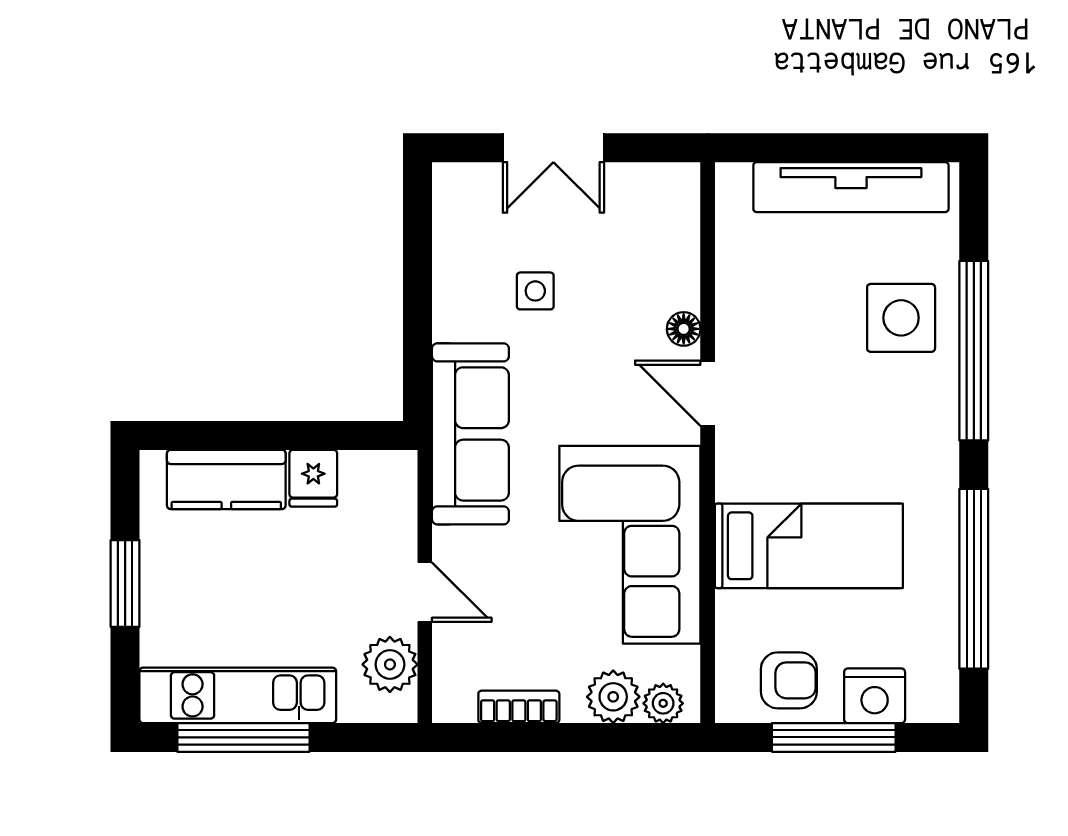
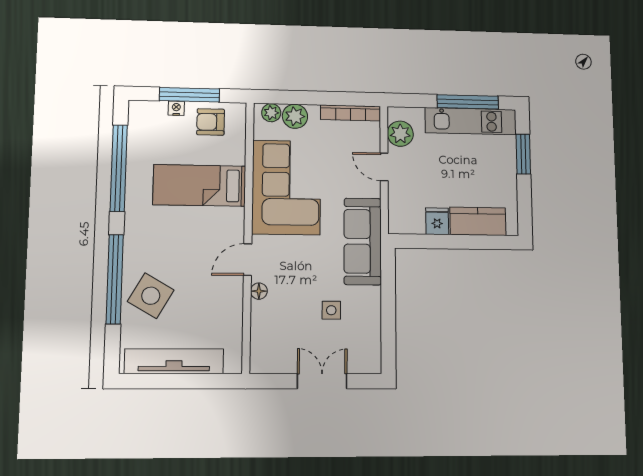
side table: (901, 318) -> (151, 296), turned 30
door: (708, 393) -> (248, 260), swing flipped
window: (125, 583) -> (523, 154), moved
nightstand: (875, 696) -> (176, 108), width x0.53, depth x0.56
bookcase: (519, 707) -> (350, 113), width x1.56

